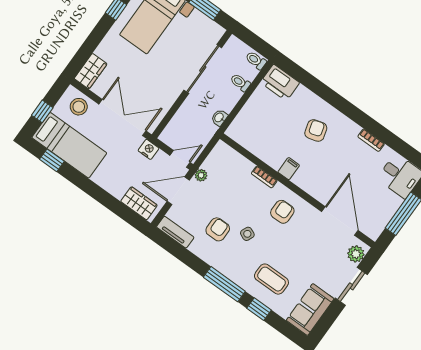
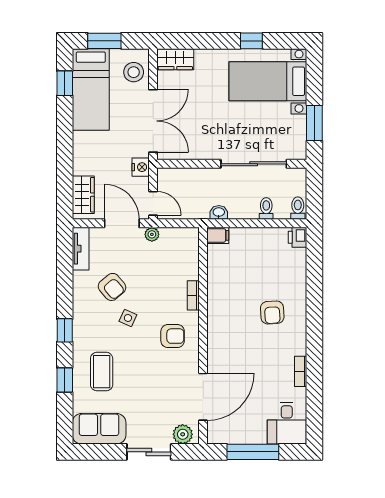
printer: (280, 83) -> (298, 237), width x0.53, depth x0.68
window: (42, 111) -> (104, 41), width x1.50
armchair: (316, 130) -> (272, 312), turned 103
filing cabinet: (289, 169) -> (218, 235), moved
armchair: (218, 229) -> (112, 287), turned 50
window: (224, 284) -> (65, 330), width x0.46

